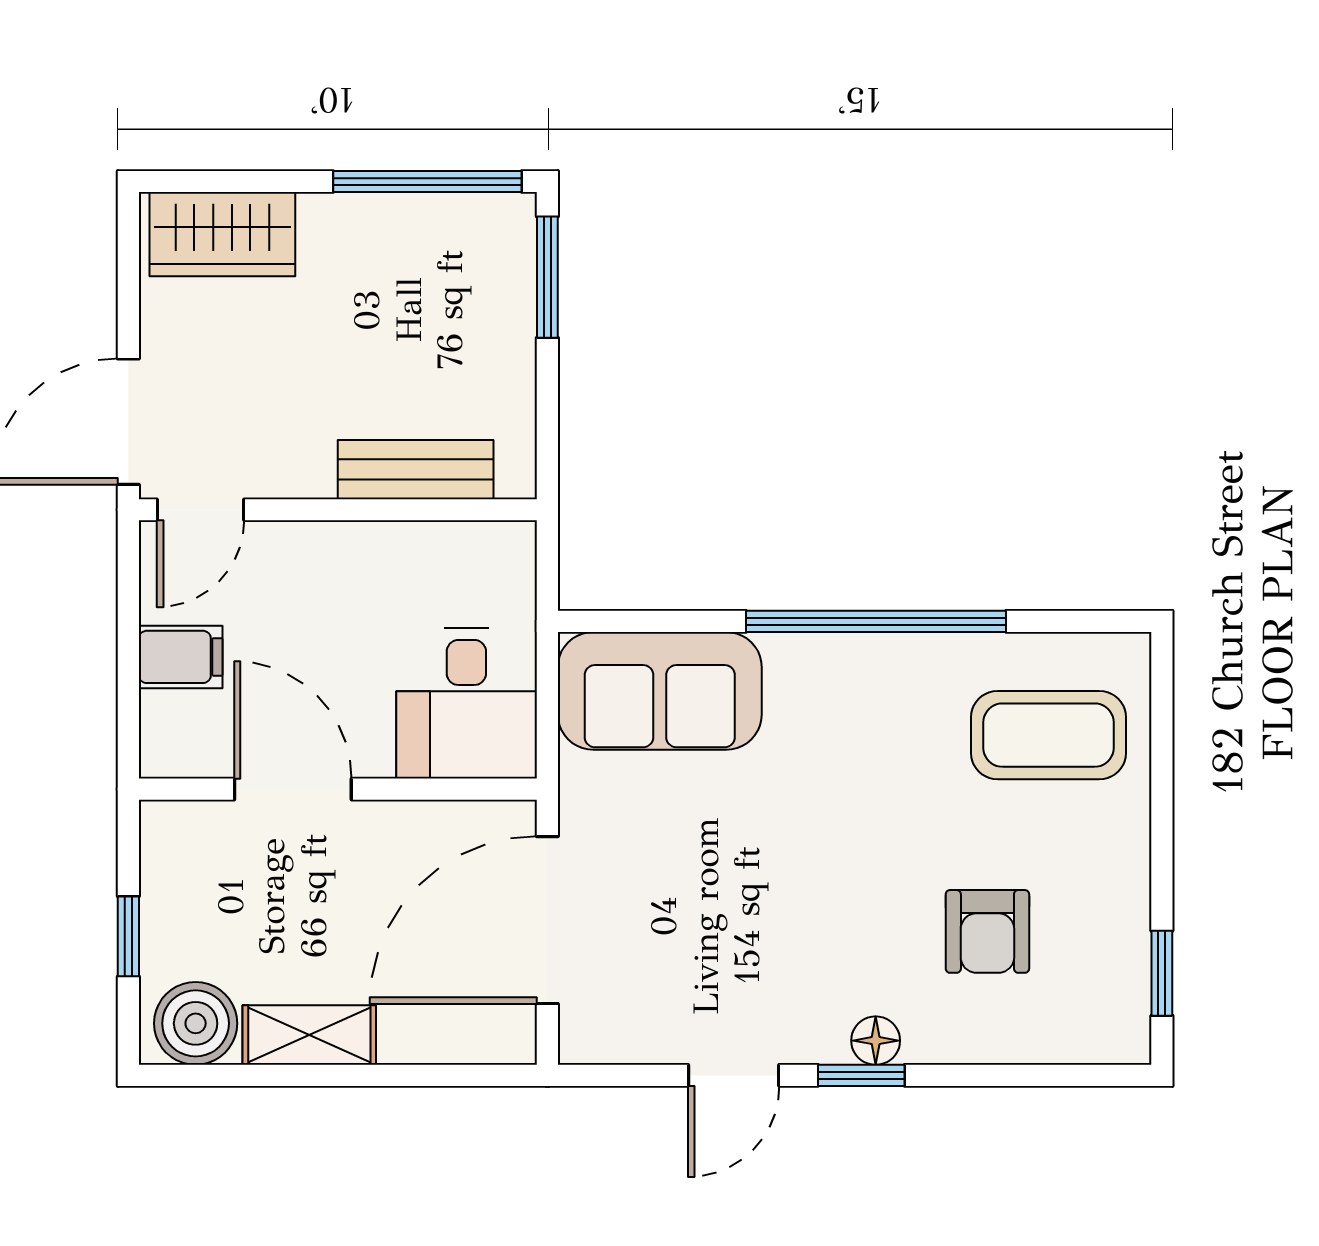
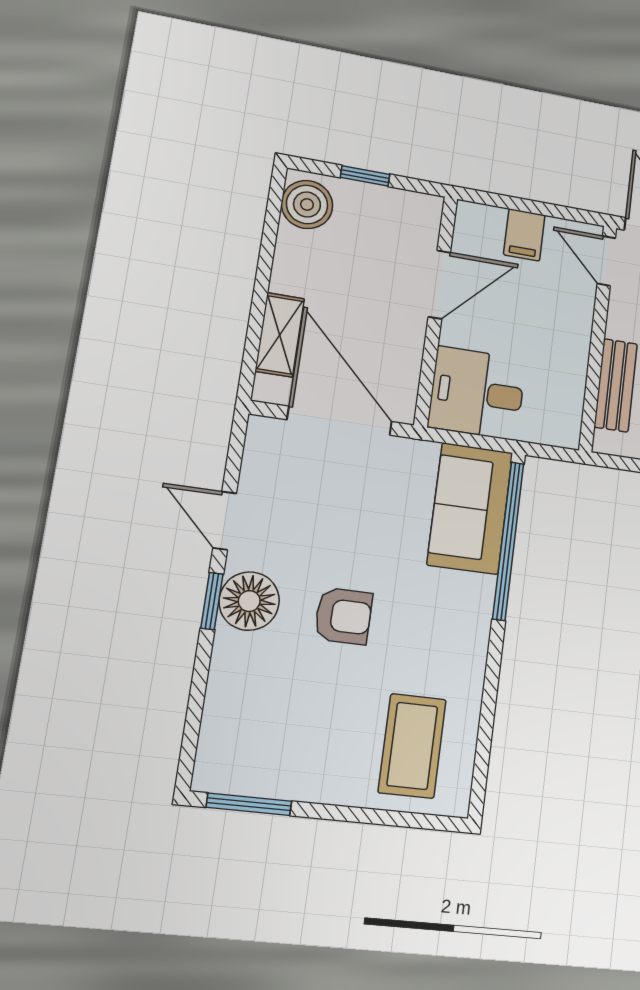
window: (876, 621) -> (508, 541), moved
armchair: (987, 931) -> (343, 616), moved, turned 180
window: (1162, 973) -> (249, 804), width x1.50
shelving: (309, 1035) -> (280, 335), moved
floor lamp: (876, 1041) -> (249, 601), width x1.89, depth x1.89

